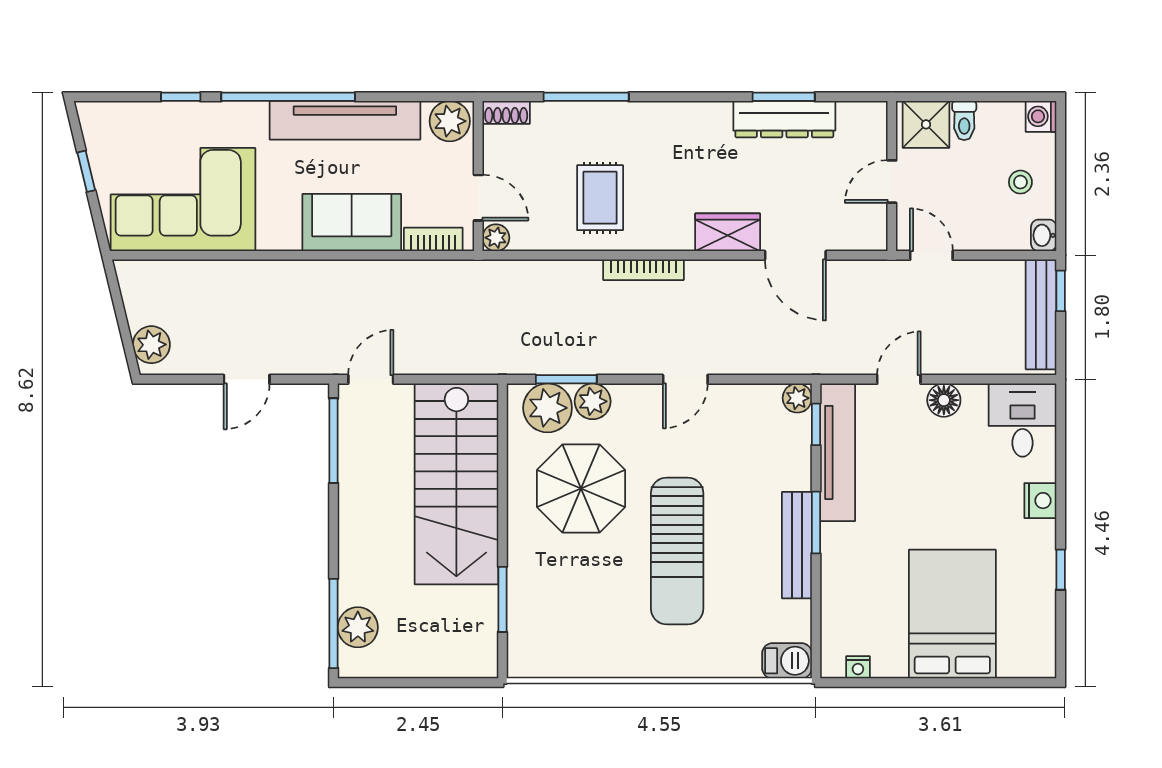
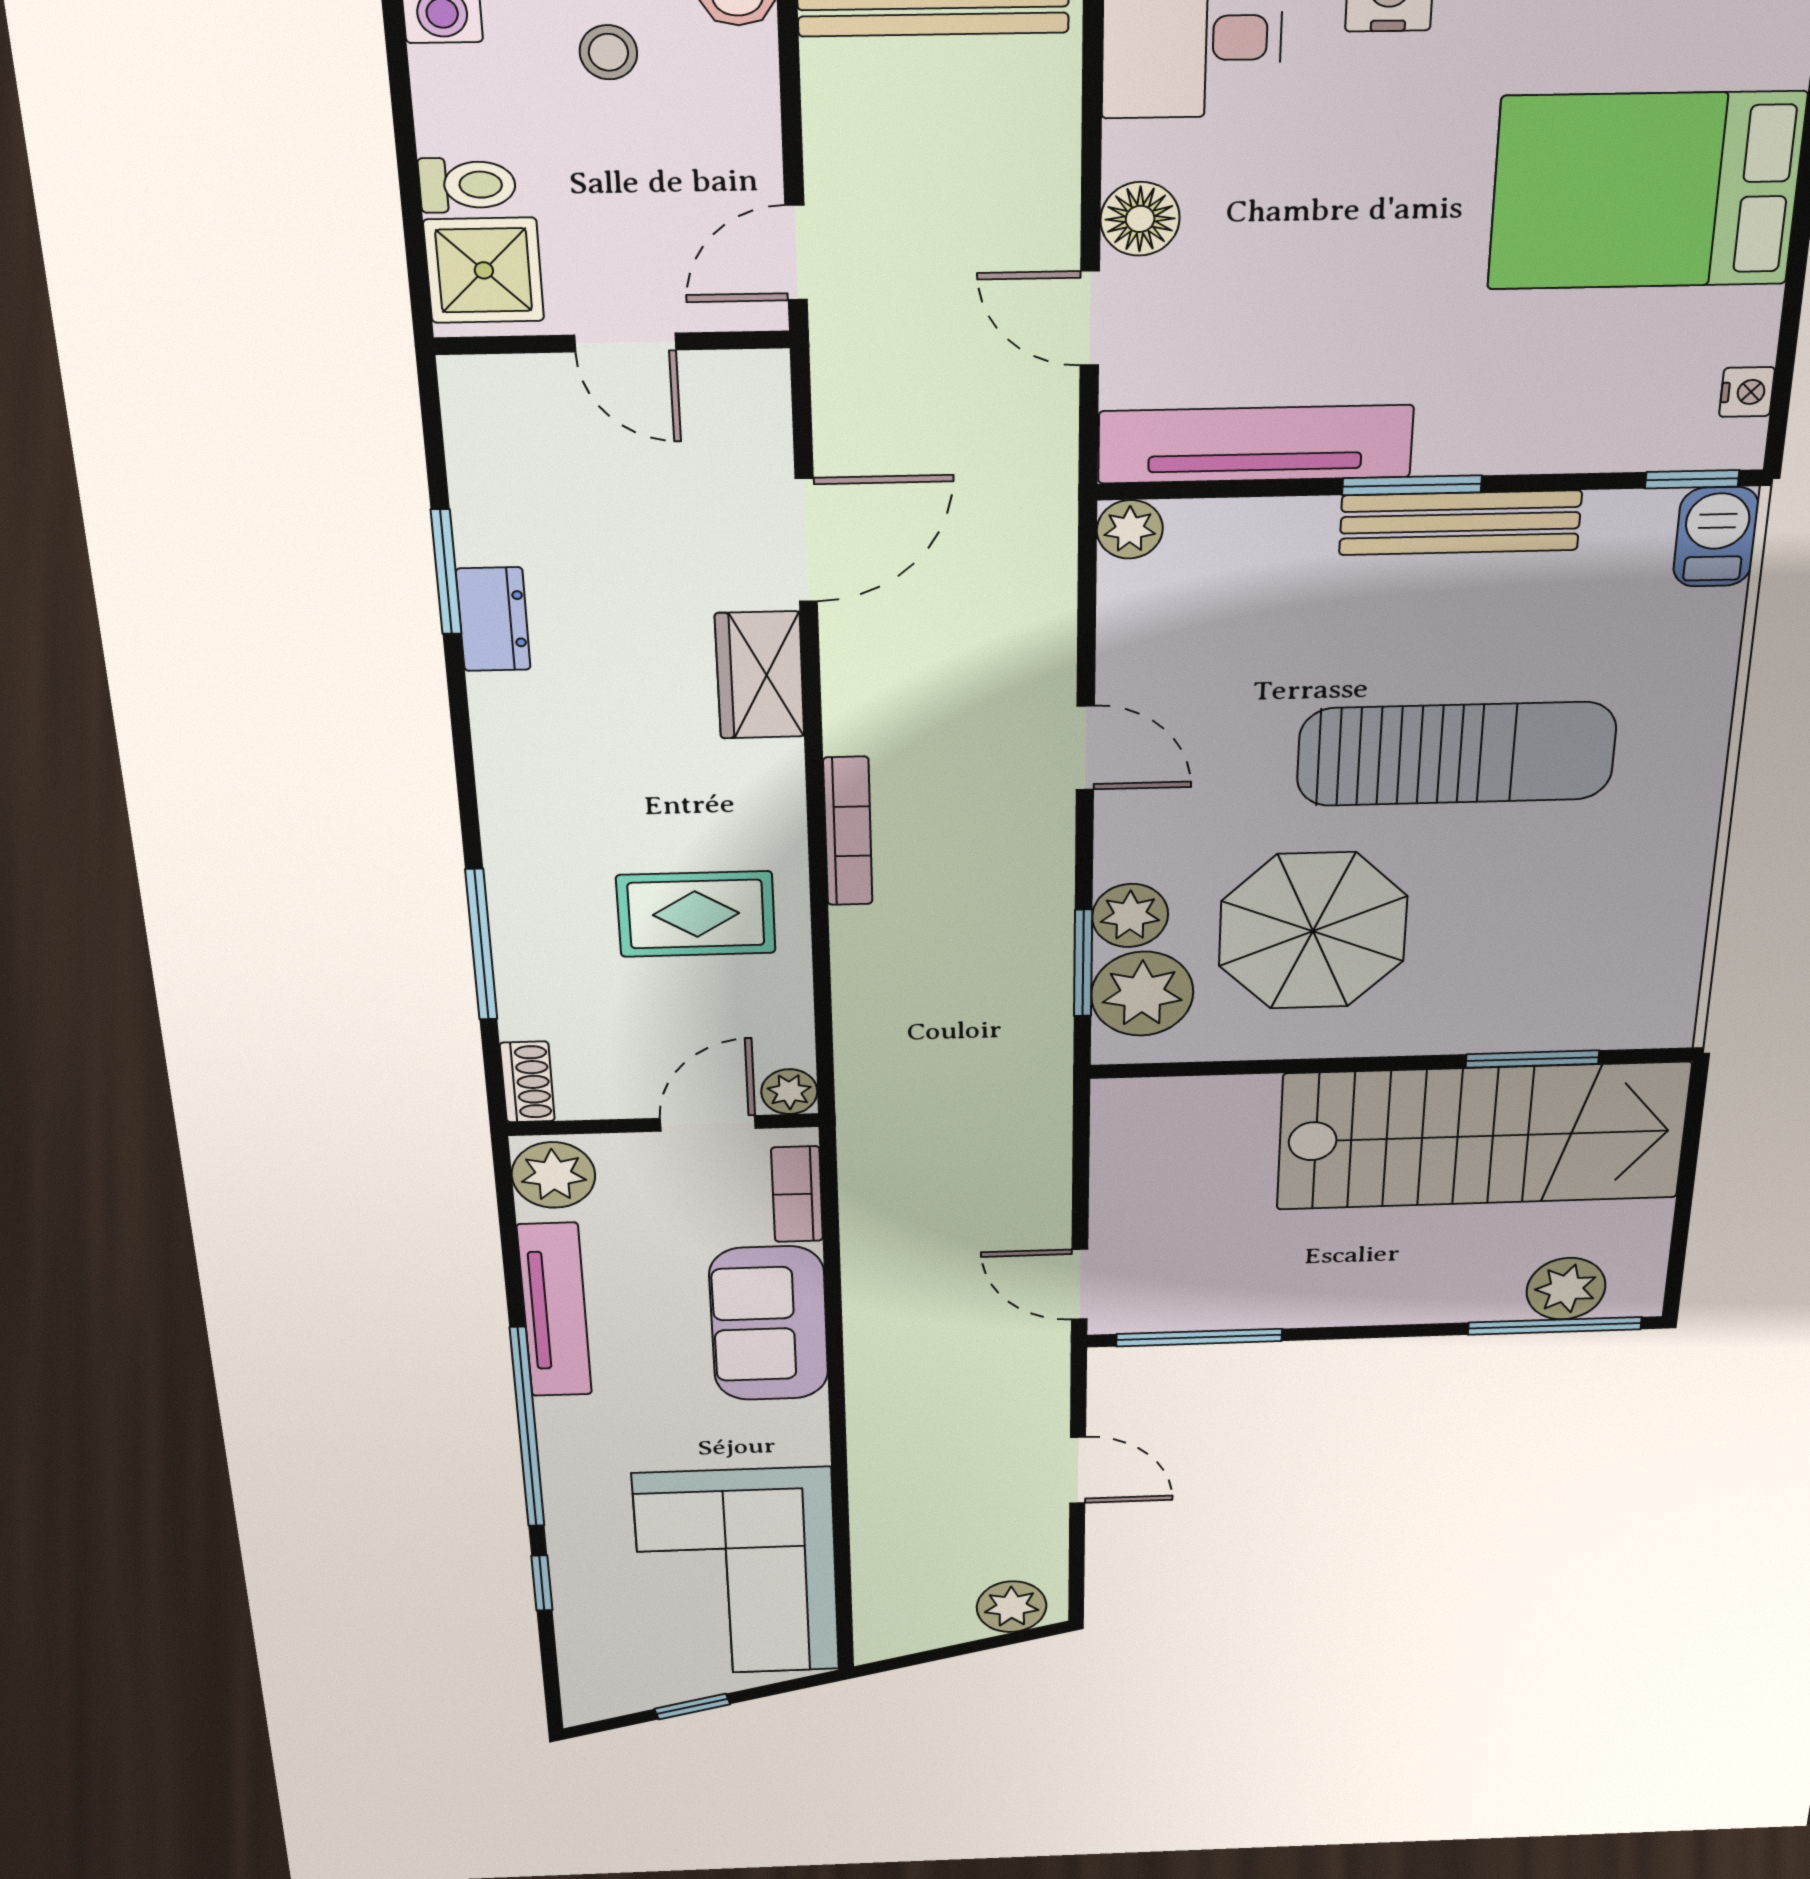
dresser: (784, 119) -> (493, 619), width x0.51, depth x0.80
tv unit: (345, 120) -> (555, 1310), width x0.73, depth x0.78
window: (816, 424) -> (1692, 479), moved
stairs: (456, 484) -> (1483, 1136), moved

